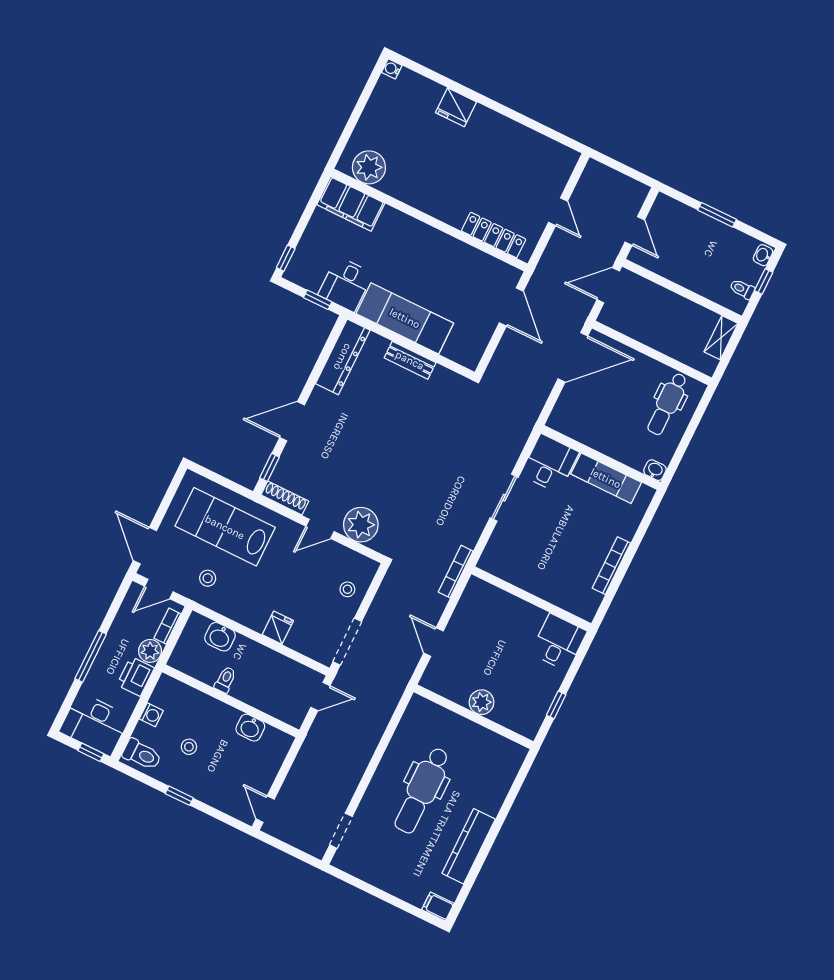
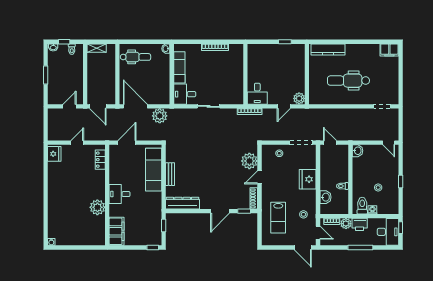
fridge: (456, 107) -> (54, 154), moved
plant: (369, 167) -> (97, 207), moved
locker: (494, 235) -> (100, 160), width x0.66
desk: (346, 284) -> (120, 194), moved, turned 180
exam couch: (405, 318) -> (154, 170), moved
plant: (532, 395) -> (160, 116), added
door: (292, 421) -> (220, 211), hinge flipped
lab bench: (225, 527) -> (278, 218), width x0.73, depth x0.72
door: (320, 529) -> (260, 177), swing flipped
door: (145, 546) -> (303, 247), hinge flipped
fridge: (278, 628) -> (308, 179), width x1.88, depth x1.34
desk: (559, 642) -> (257, 94), moved, turned -90
plant: (482, 702) -> (299, 98), moved
washbasin: (250, 728) -> (357, 151), moved
toilet: (142, 754) -> (362, 206), moved
dental chair: (422, 790) -> (348, 81), turned 180
door: (265, 809) -> (389, 143), hinge flipped
kitchen counter: (469, 846) -> (328, 49), moved
filing cabinet: (438, 906) -> (389, 50), width x2.00

